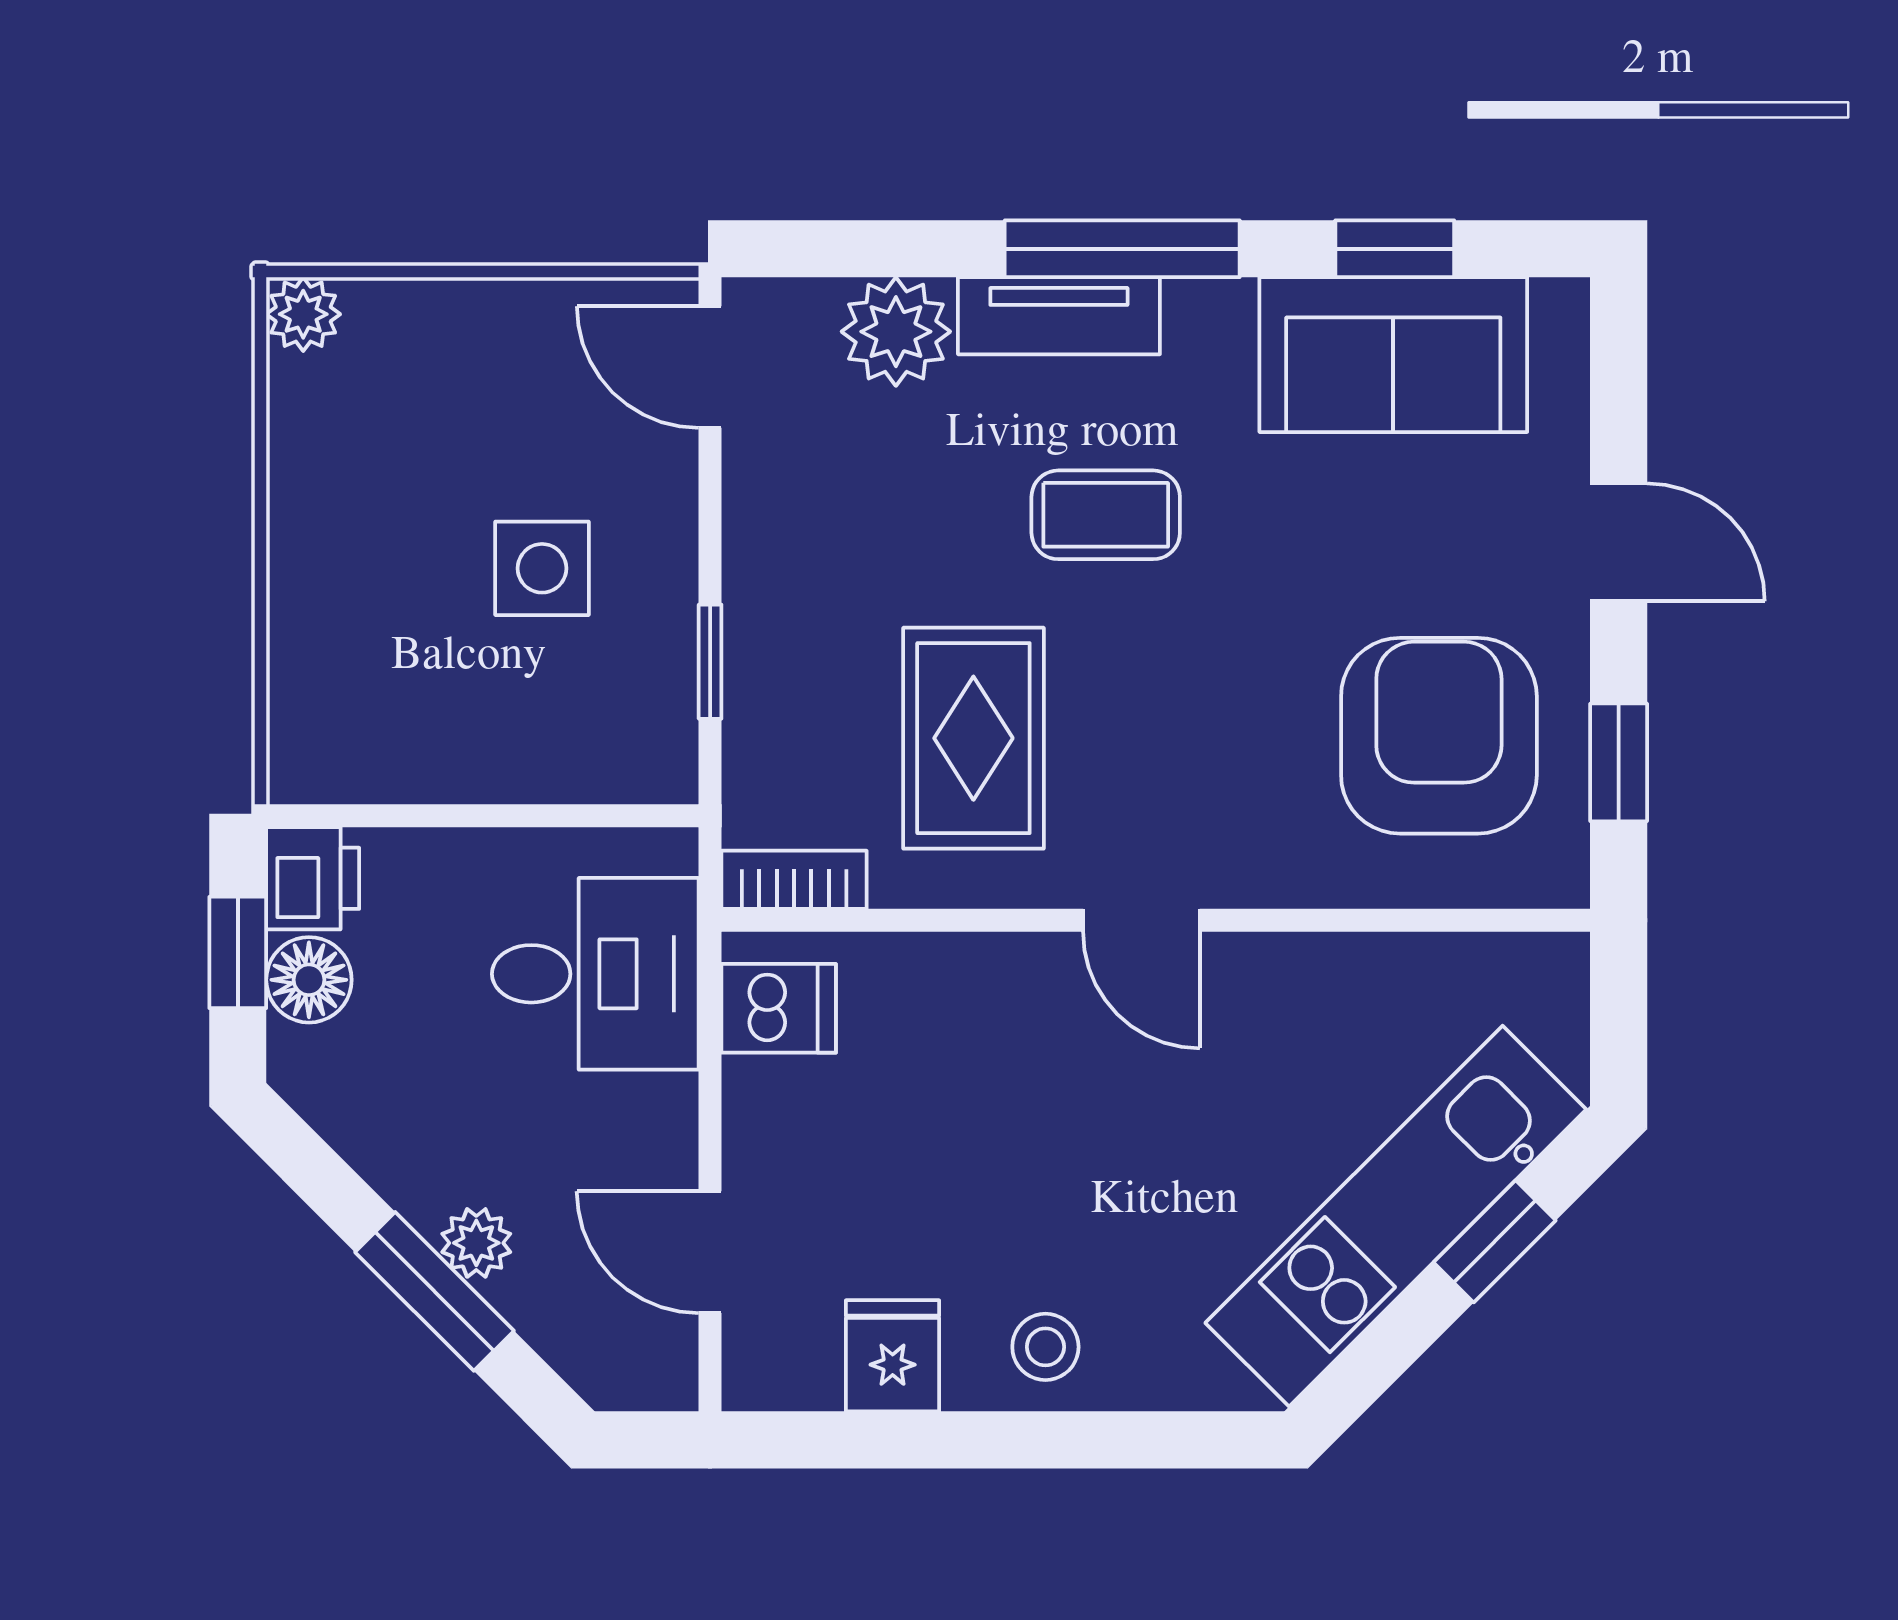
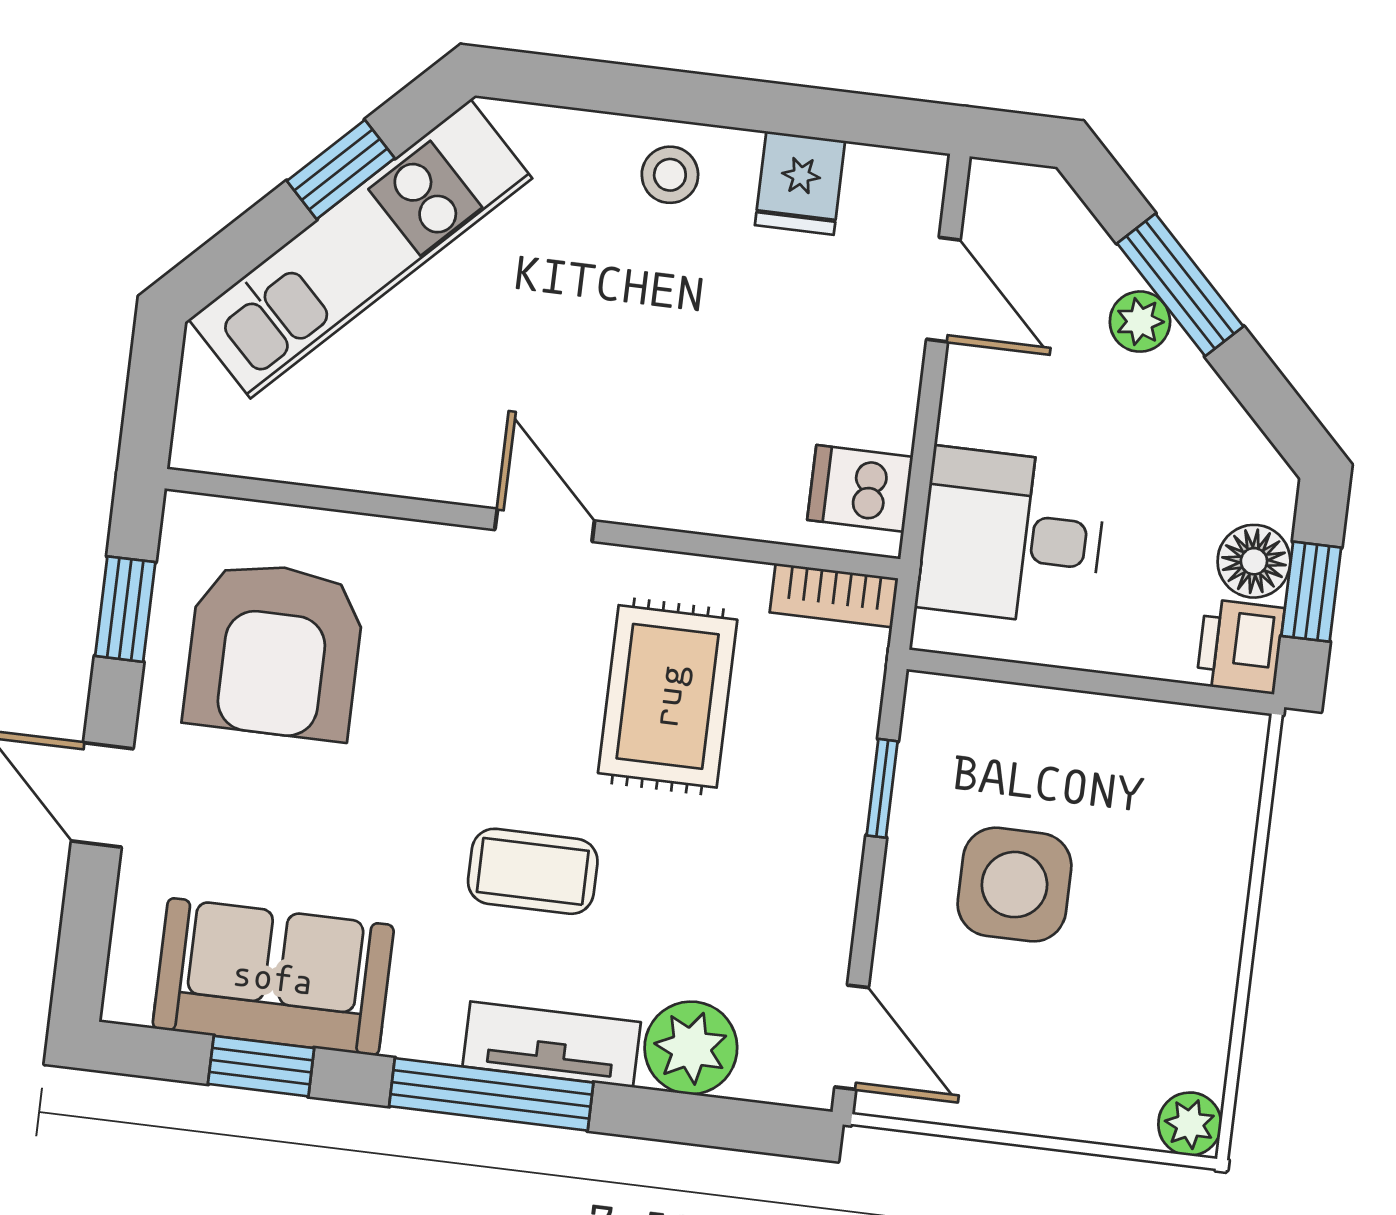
side table: (542, 568) -> (1014, 885), width x1.37, depth x1.37
window: (1495, 1241) -> (341, 169), moved

